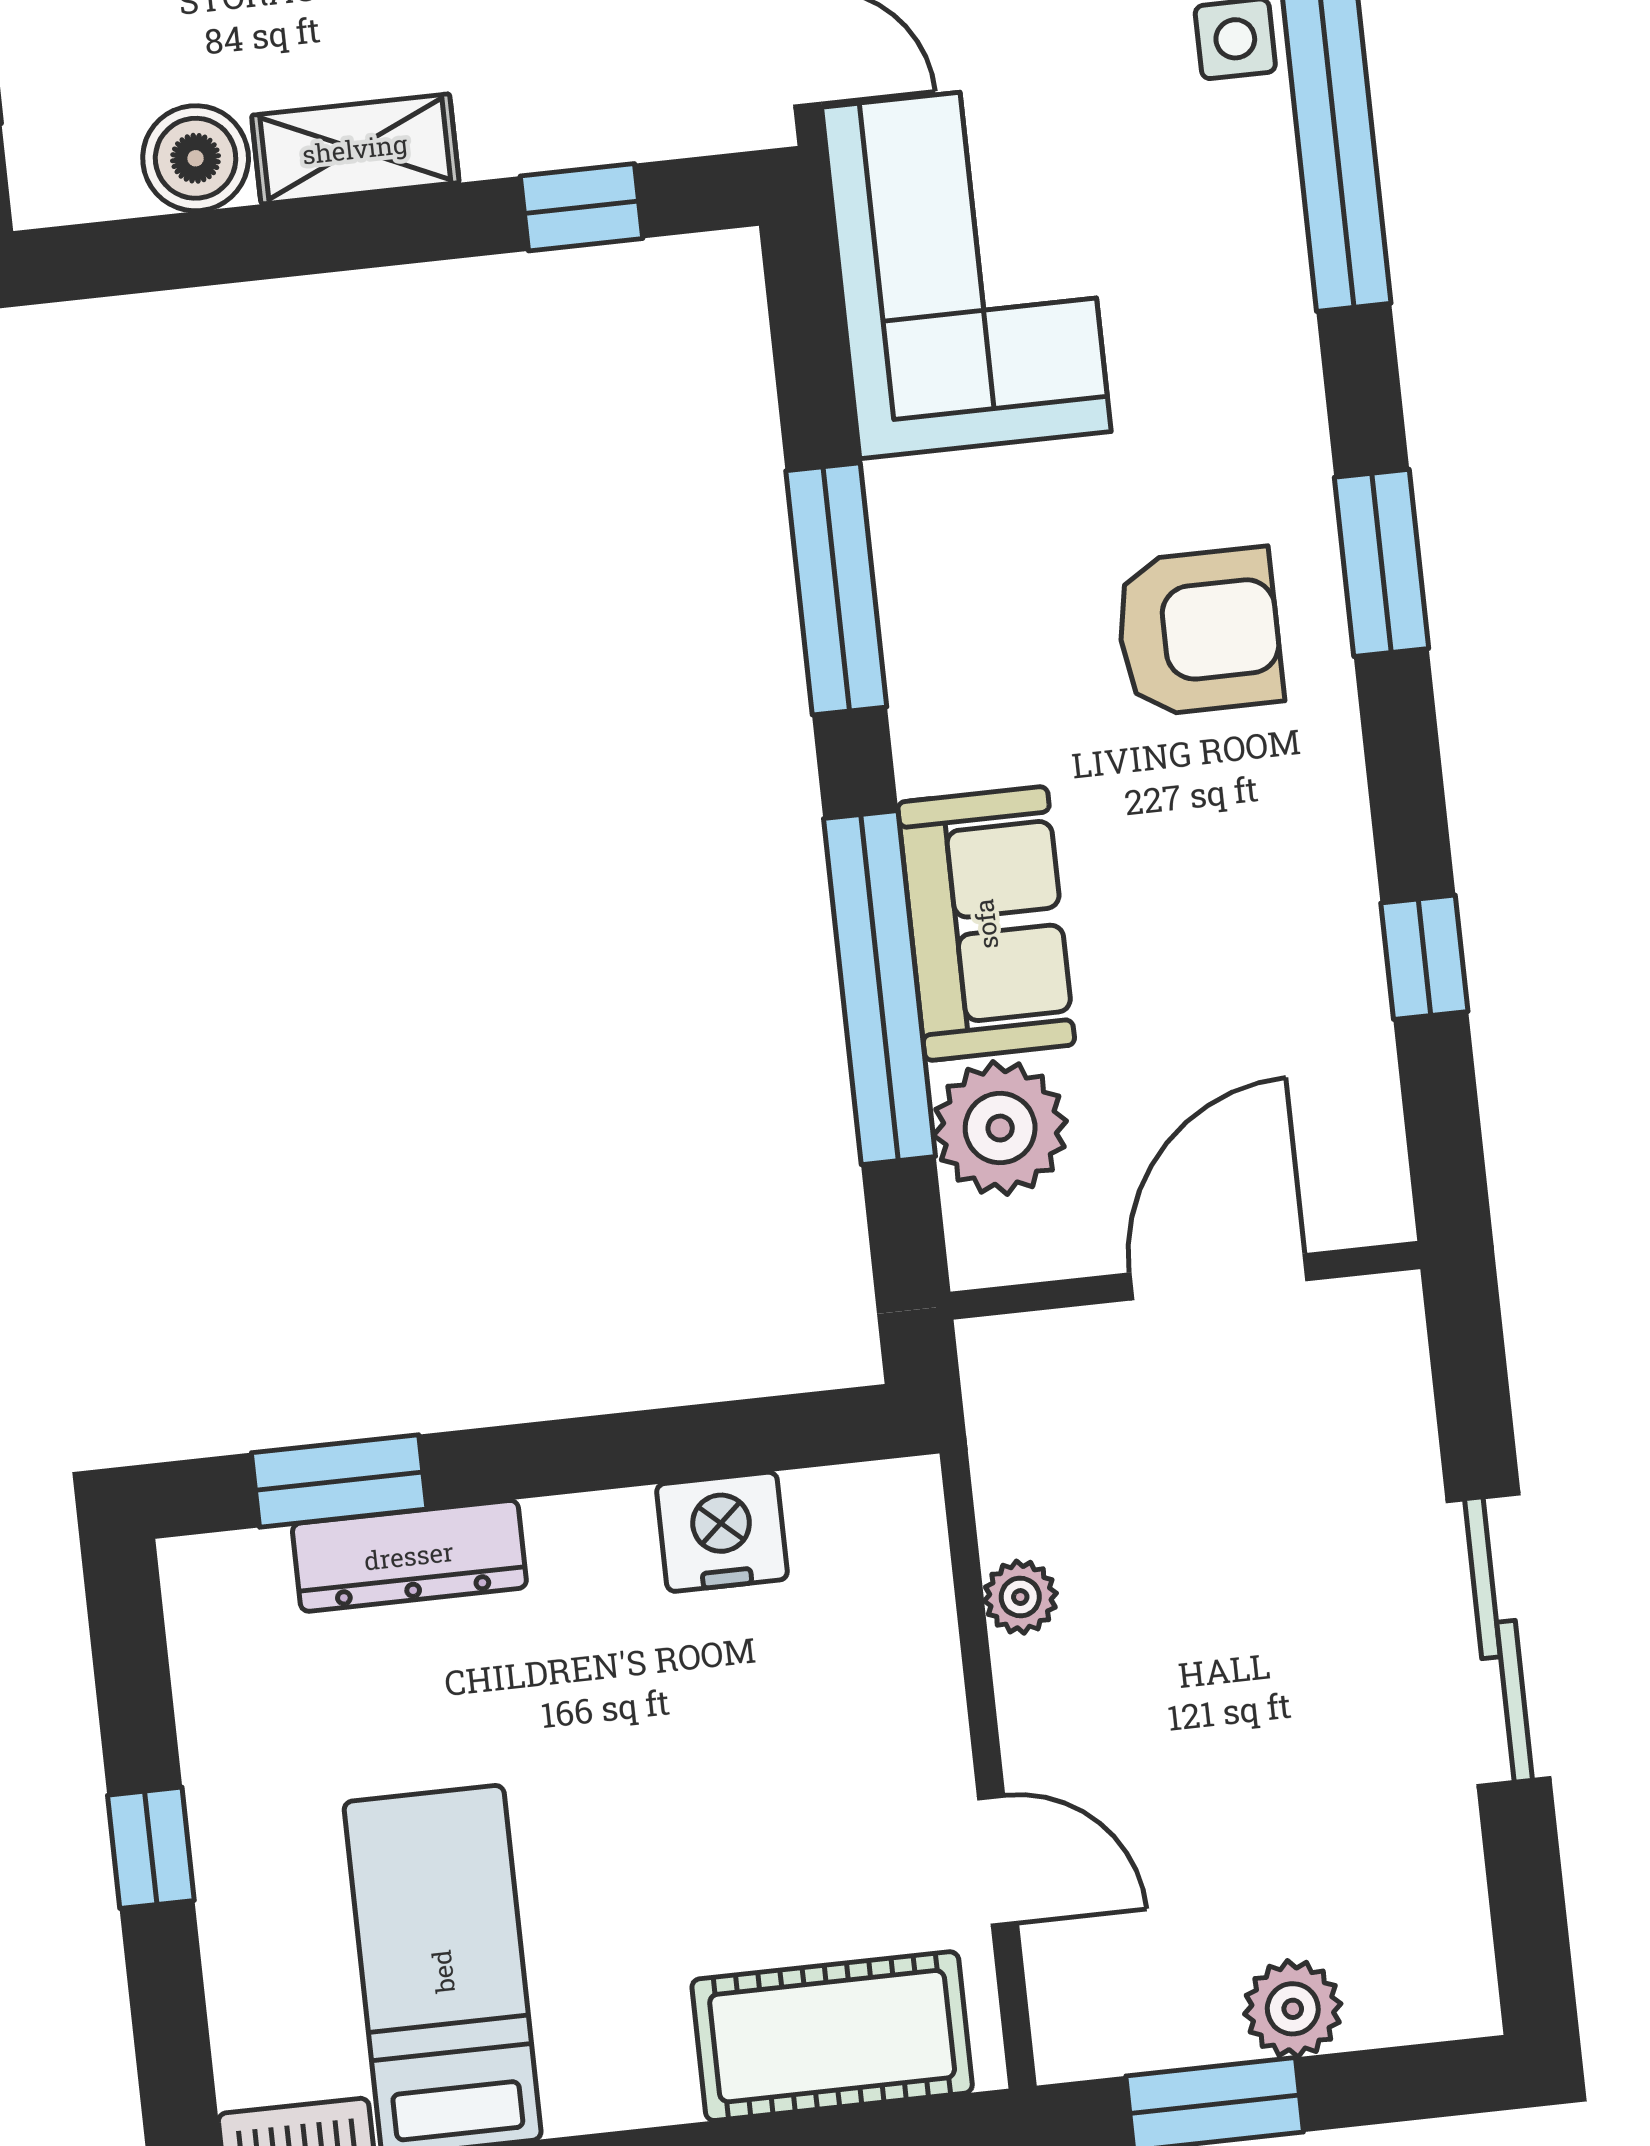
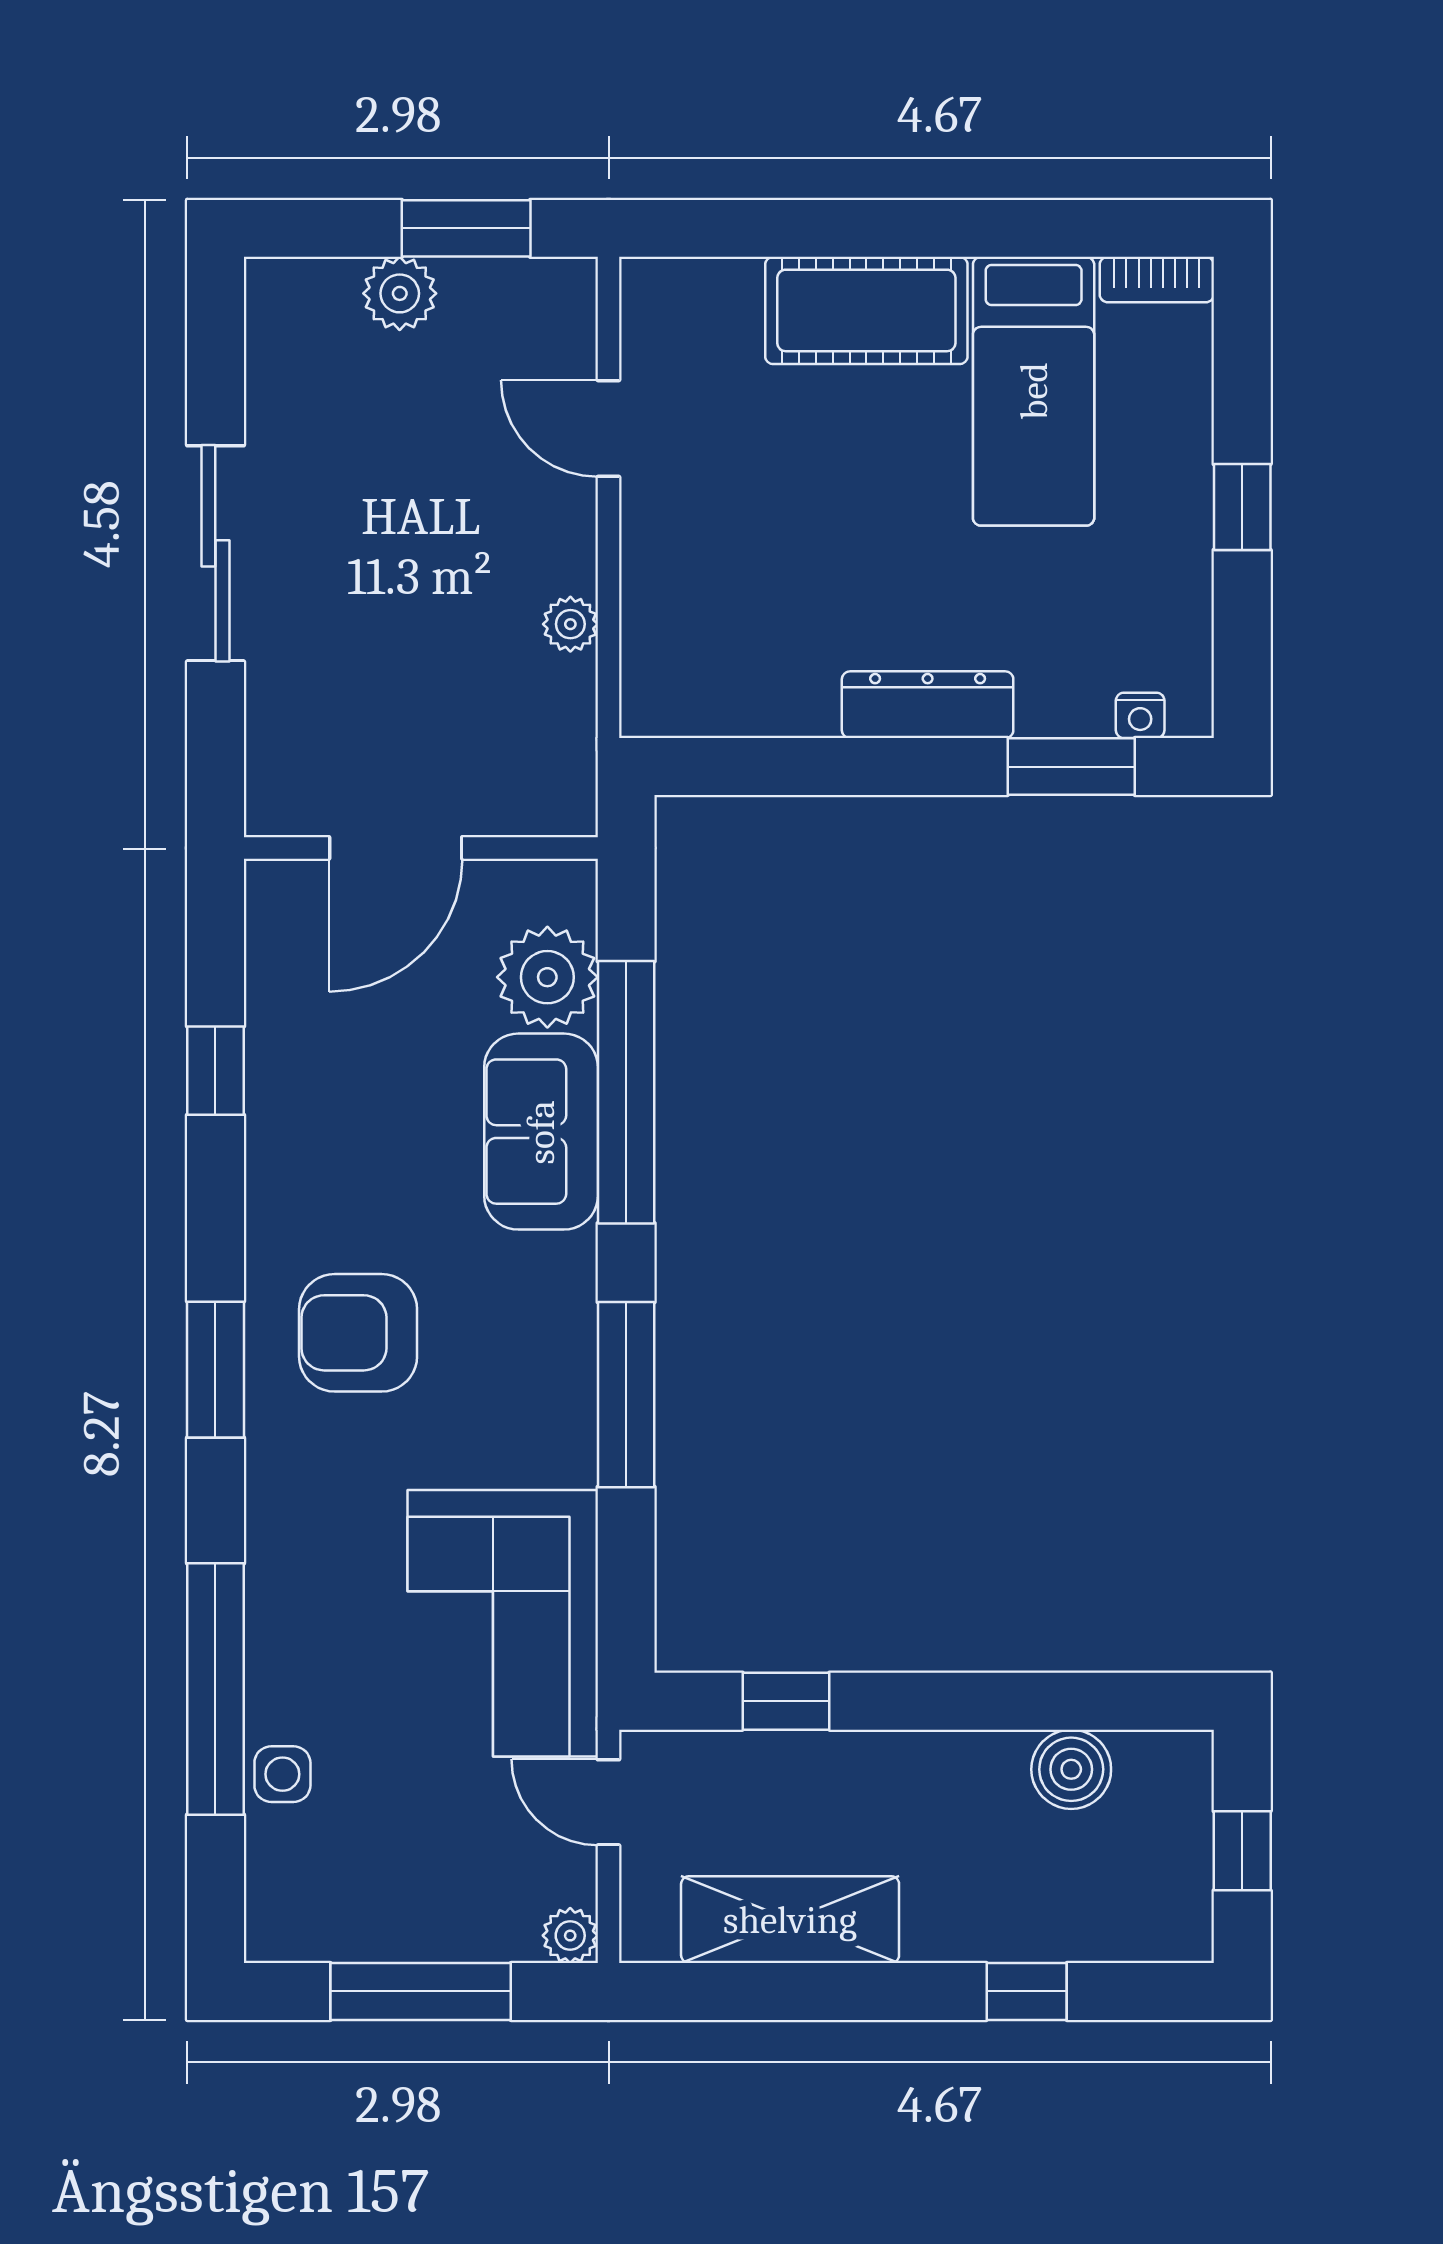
shelving: (355, 149) -> (951, 1763), removed
nightstand: (722, 1532) -> (1140, 715), moved, width x0.53, depth x0.56
dresser: (409, 1556) -> (928, 705), moved
cot: (832, 2036) -> (866, 310), moved

